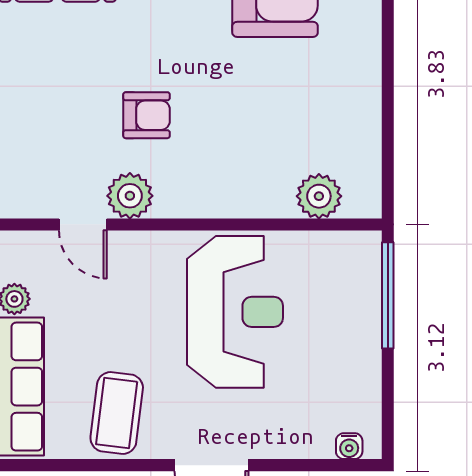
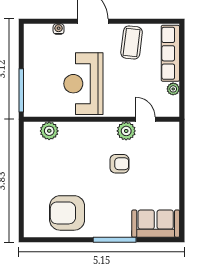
armchair: (146, 115) -> (119, 164), turned 180
water cooler: (349, 446) -> (59, 29), moved

